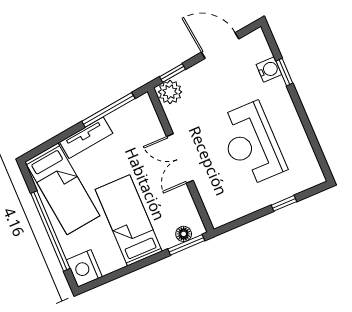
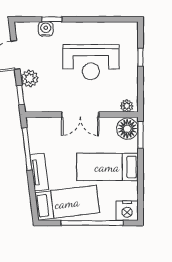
plant: (170, 92) -> (30, 78), moved
plant: (216, 212) -> (127, 106), added
floor lamp: (184, 234) -> (127, 129), width x1.89, depth x1.89

